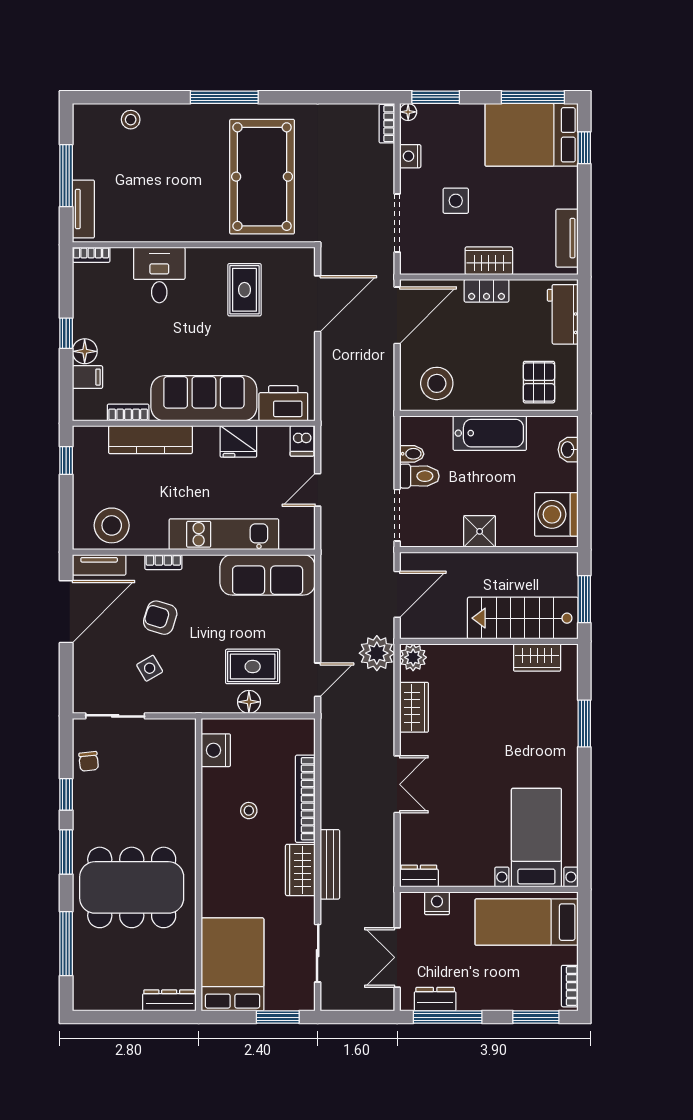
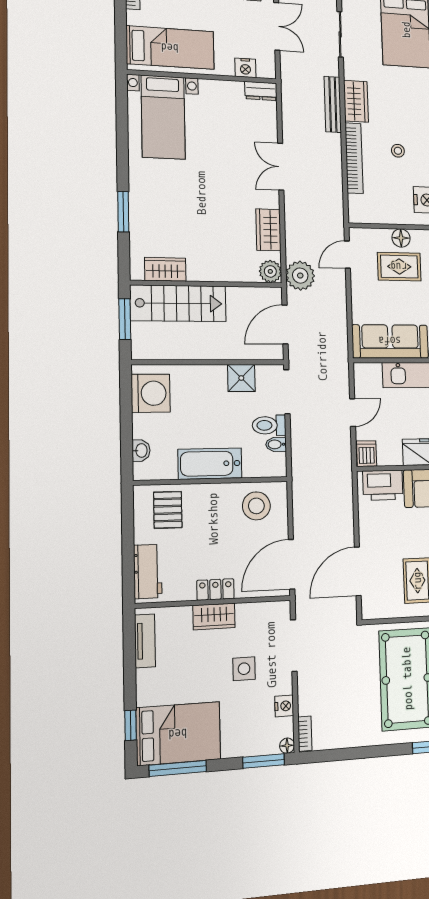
shower: (480, 531) -> (241, 378), moved

